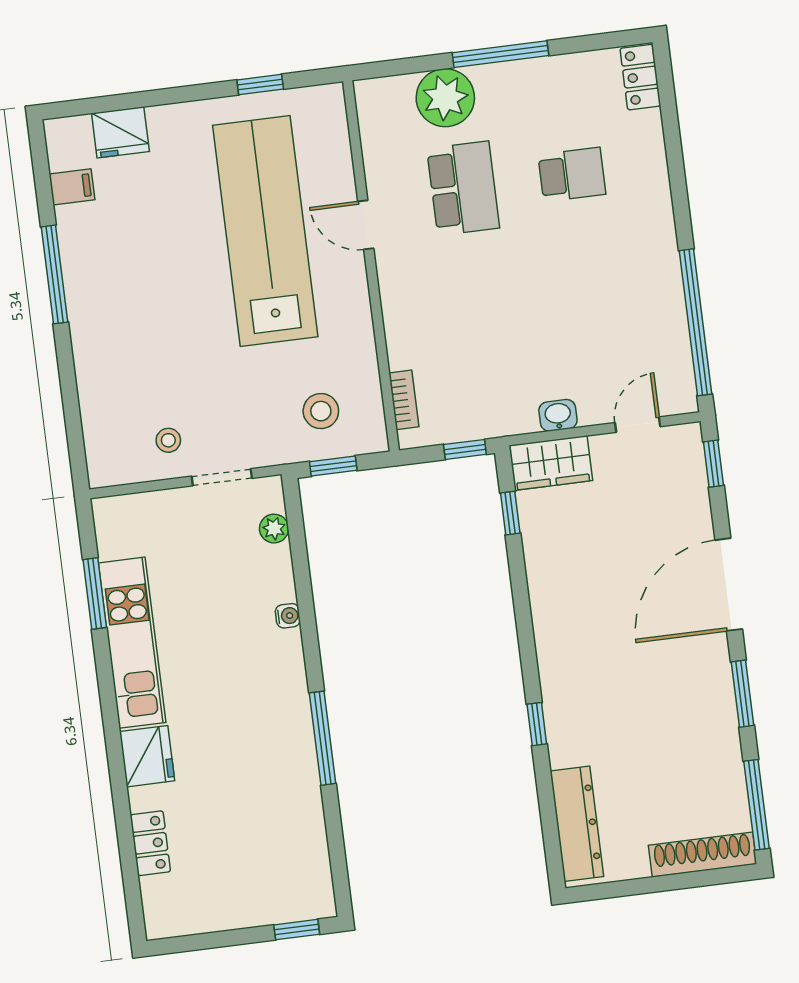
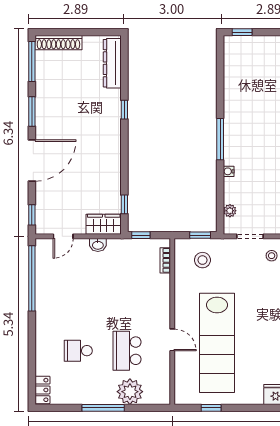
window: (323, 738) -> (220, 139), moved

